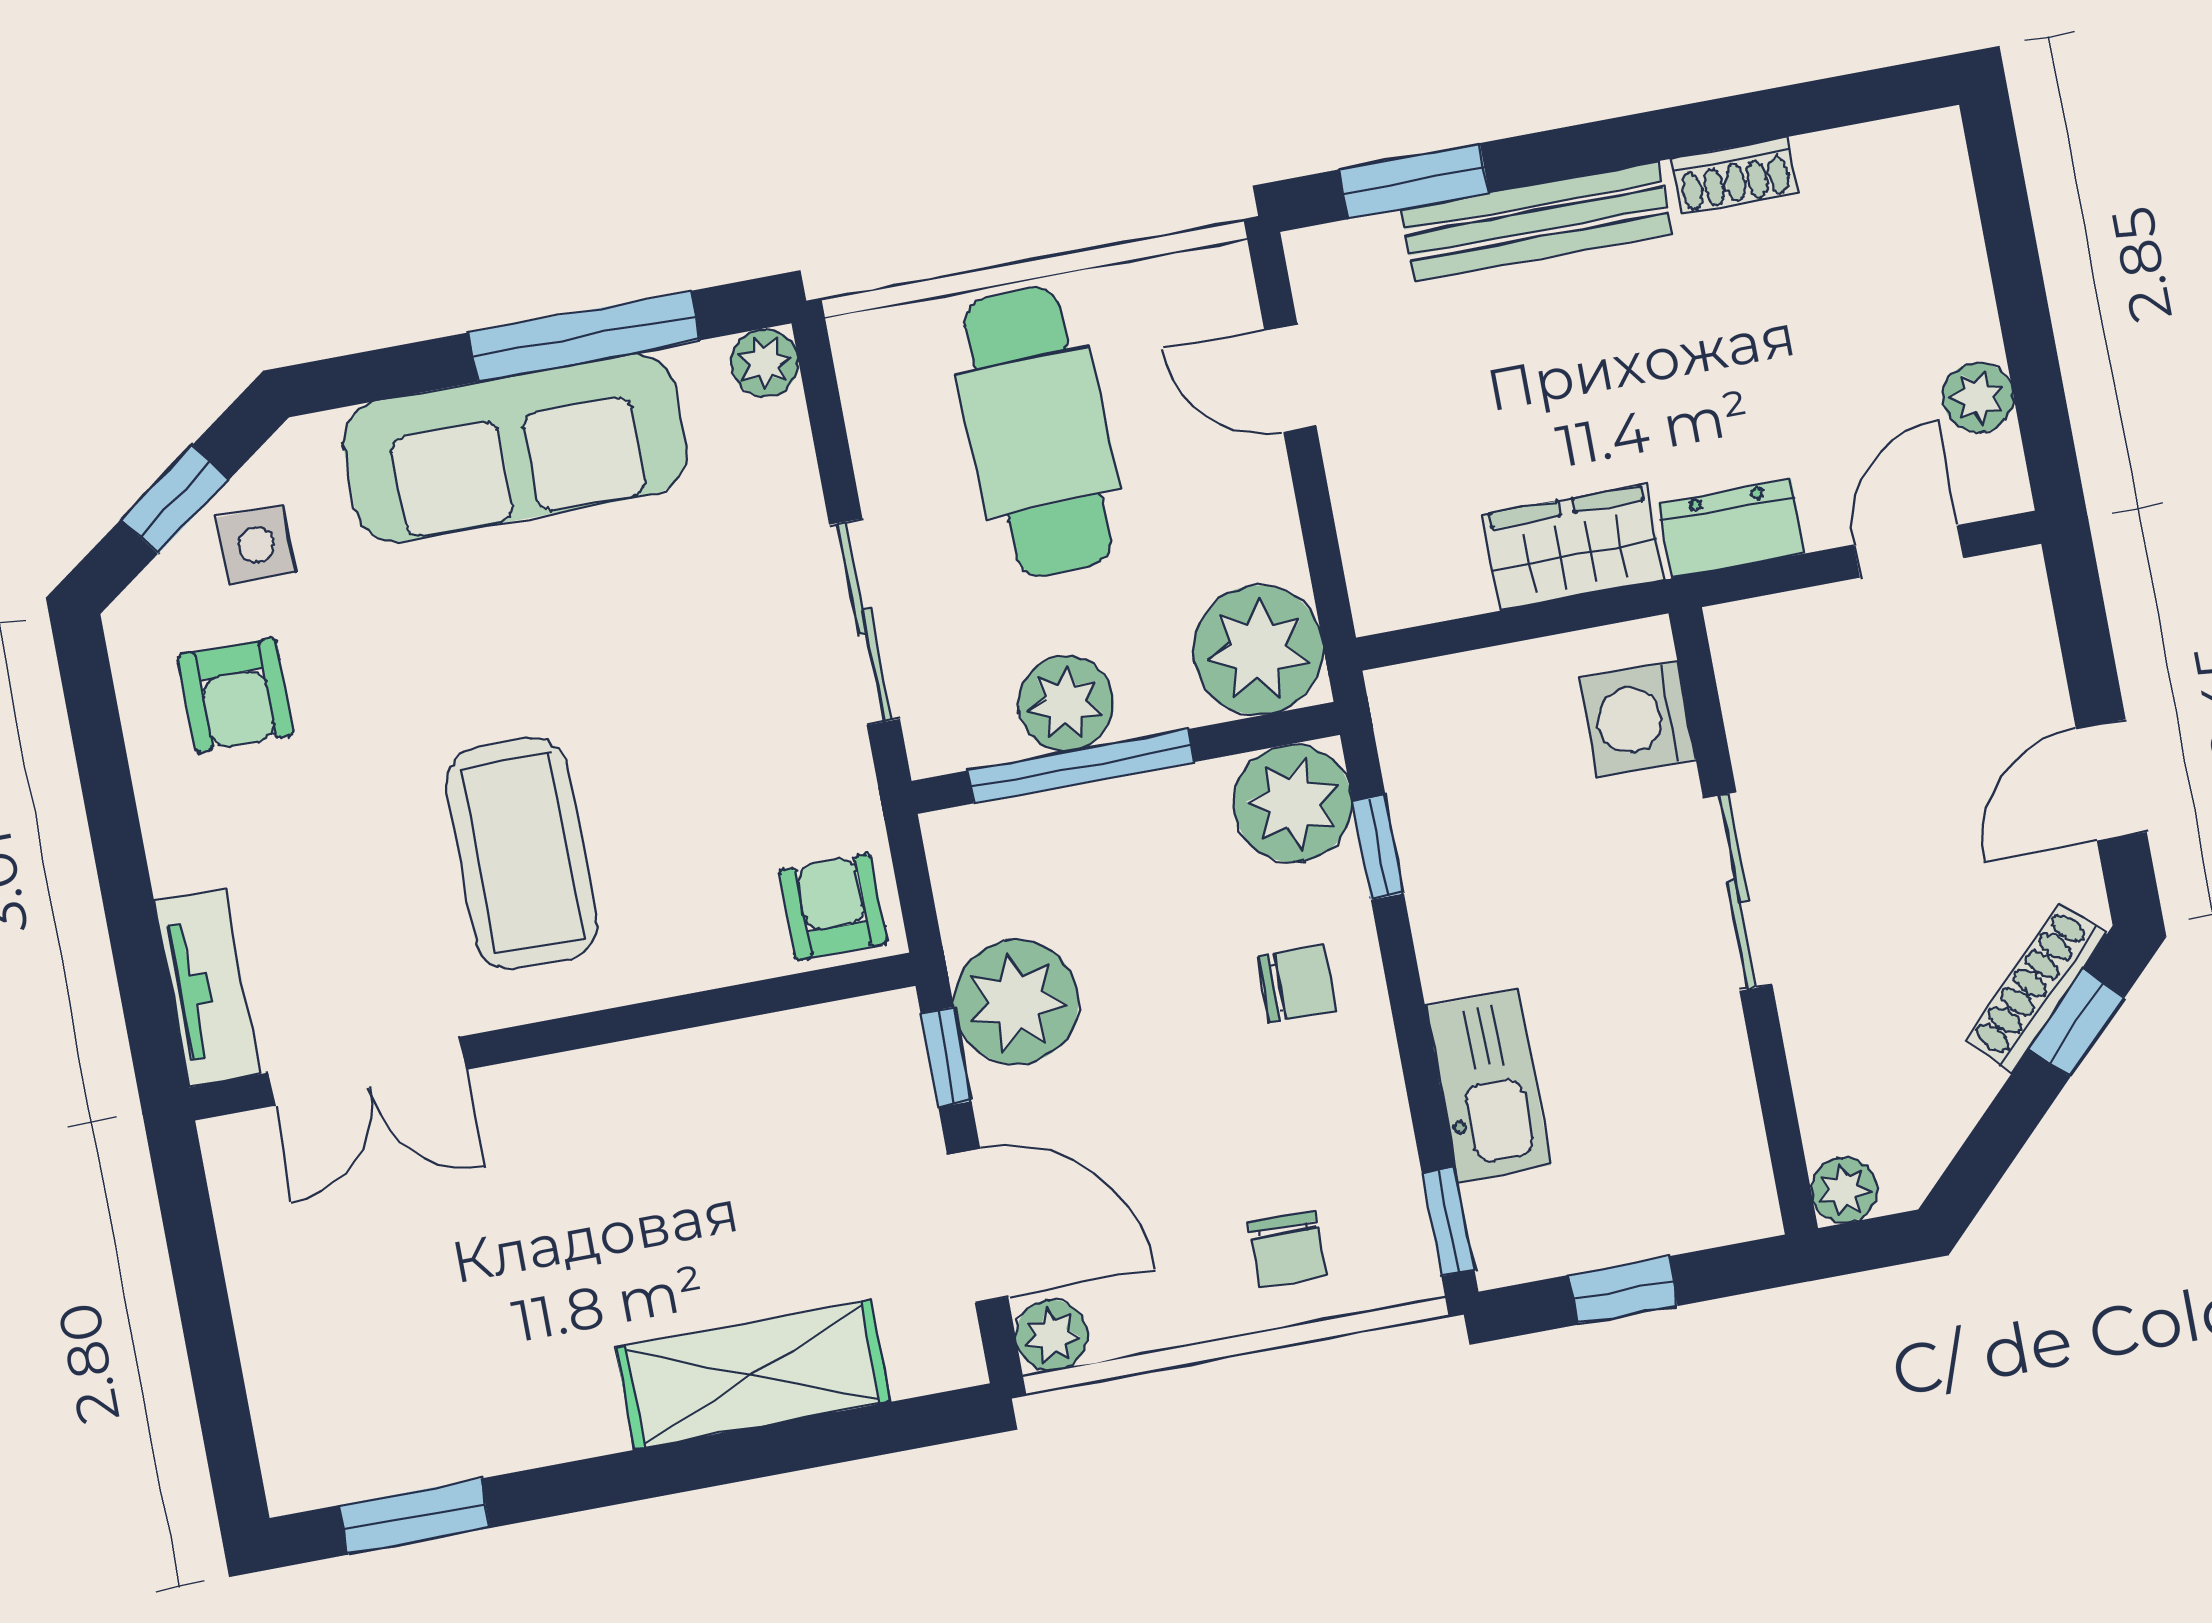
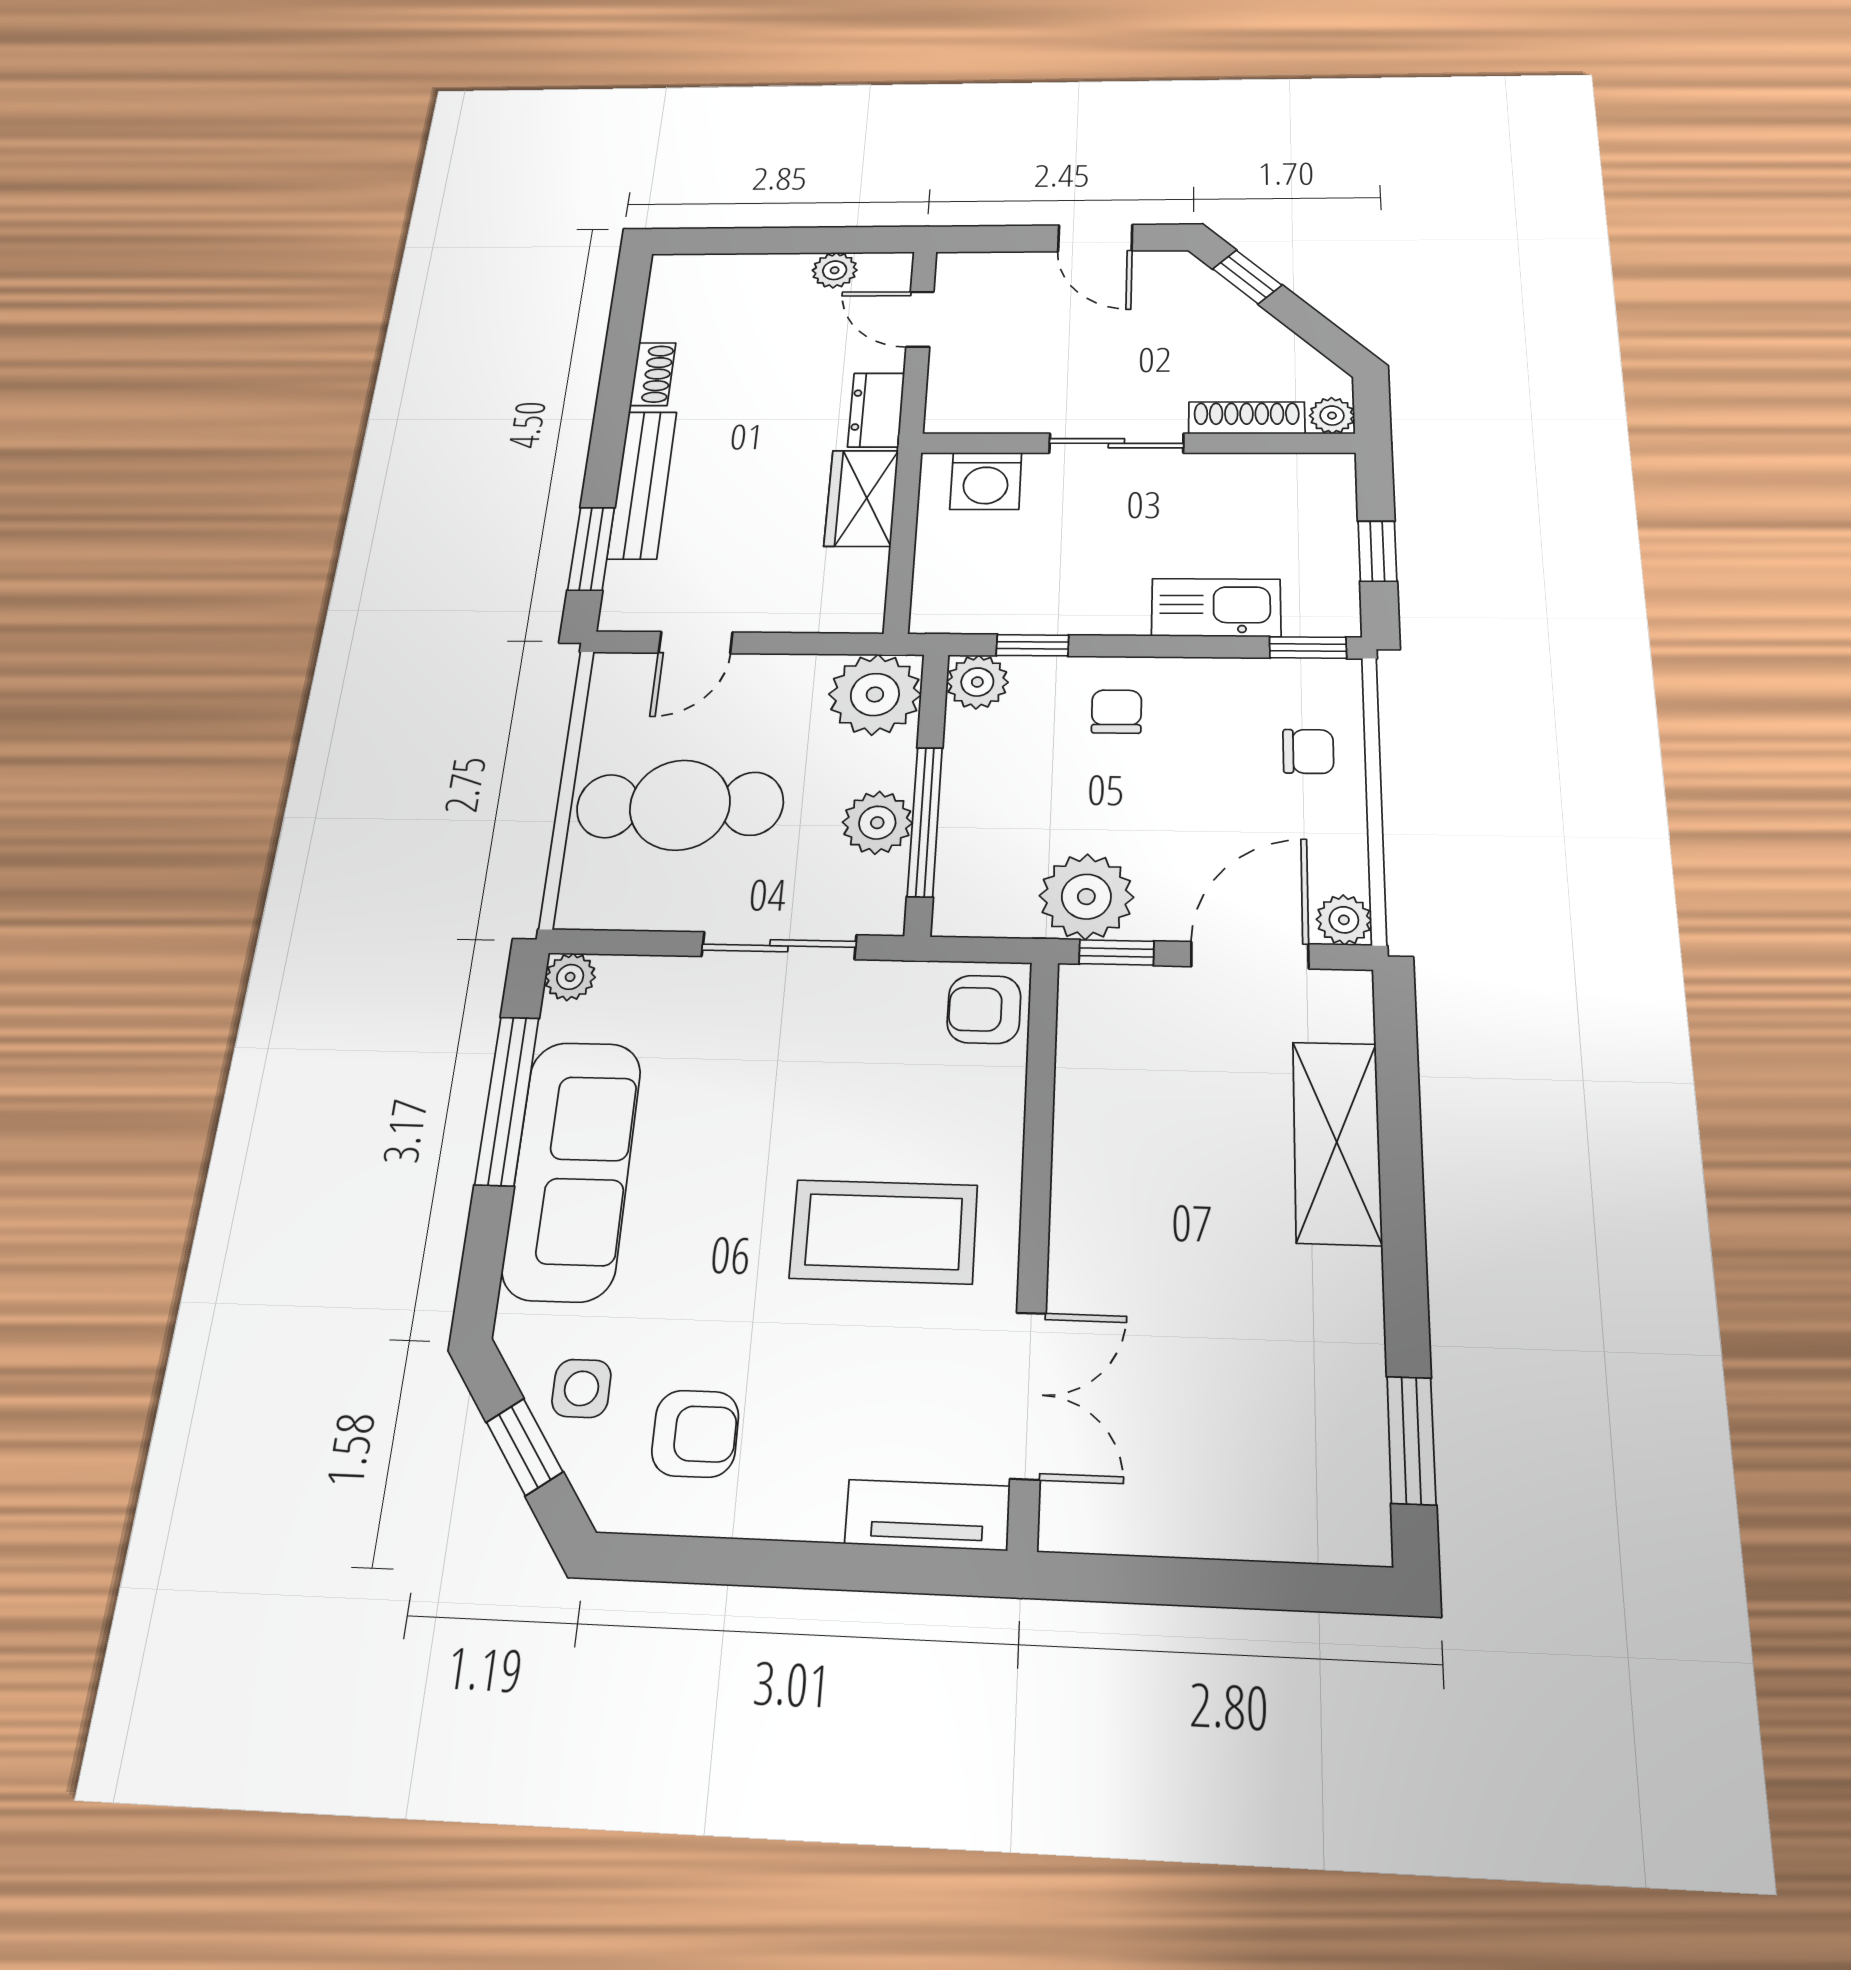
plant: (1293, 804) -> (977, 682), width x0.73, depth x0.73
shoe rack: (2036, 987) -> (1247, 418), moved, turned 135

